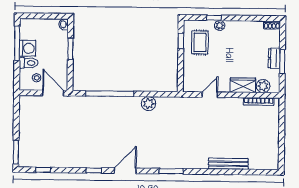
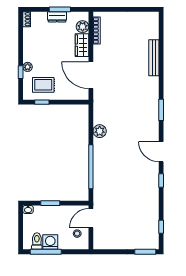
toilet: (29, 63) -> (37, 241), moved
door: (210, 95) -> (91, 75), width x1.87

